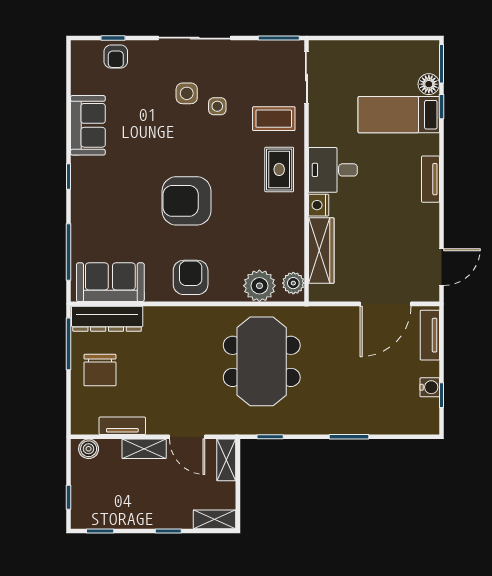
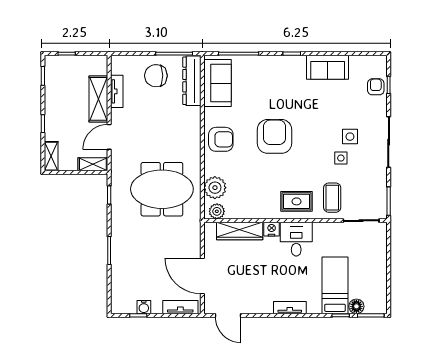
armchair: (116, 57) -> (376, 87), turned 90
boiler: (89, 449) -> (101, 68), removed
shelving: (144, 449) -> (98, 99), width x1.50, depth x1.33

